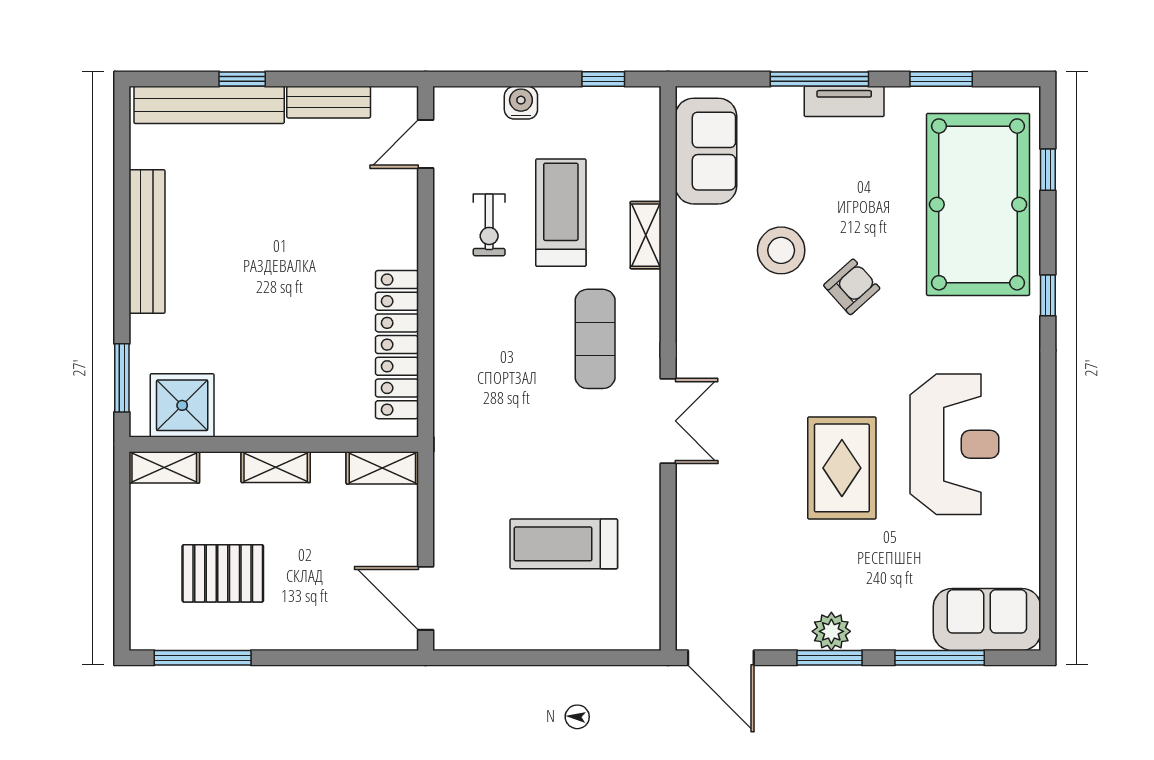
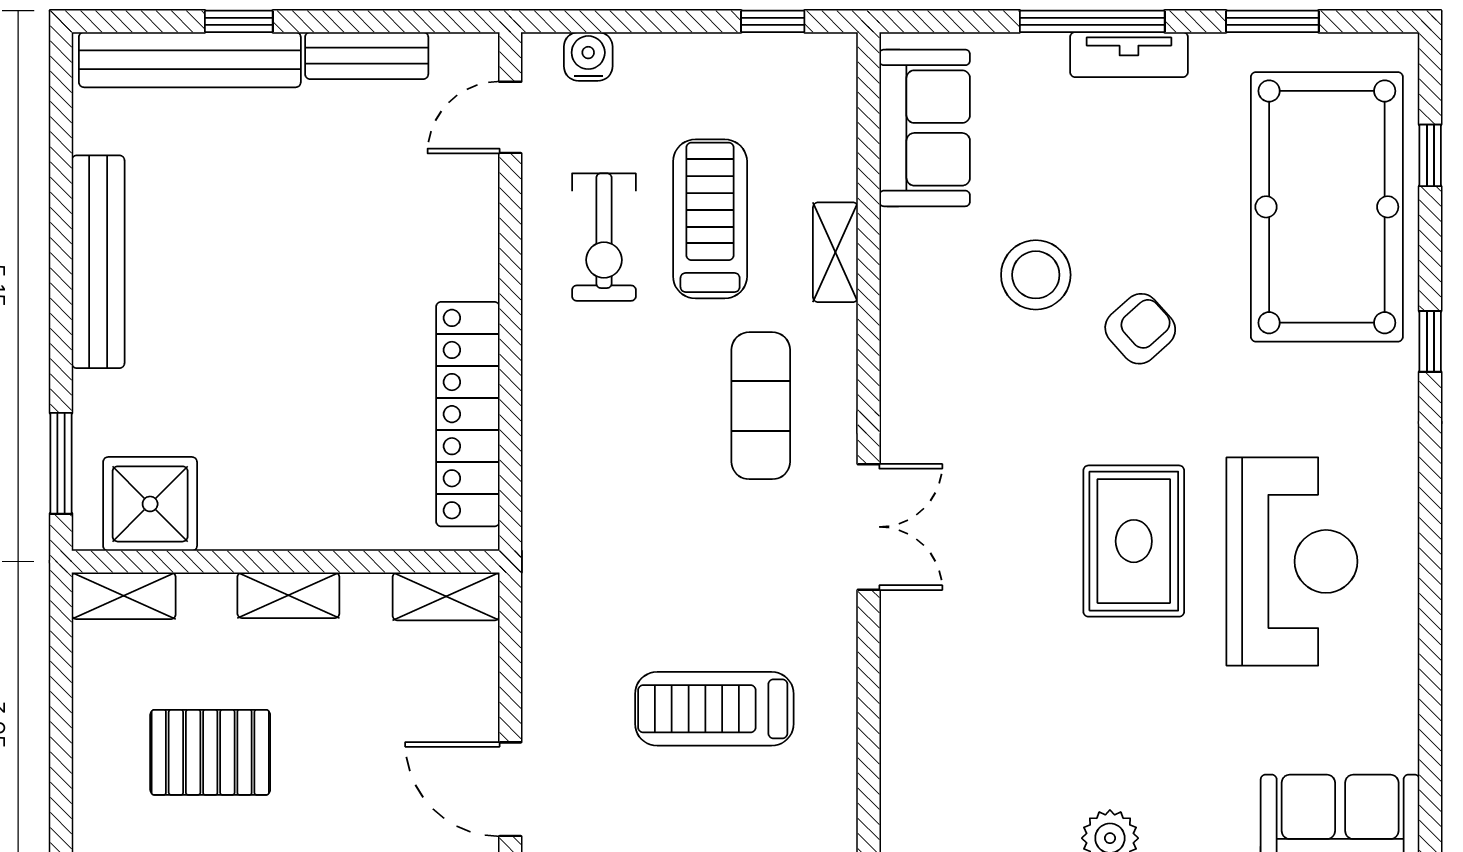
water cooler: (521, 103) -> (588, 56), moved
exercise bike: (489, 225) -> (604, 237), width x1.38, depth x1.39
rug: (842, 468) -> (1134, 541), moved

